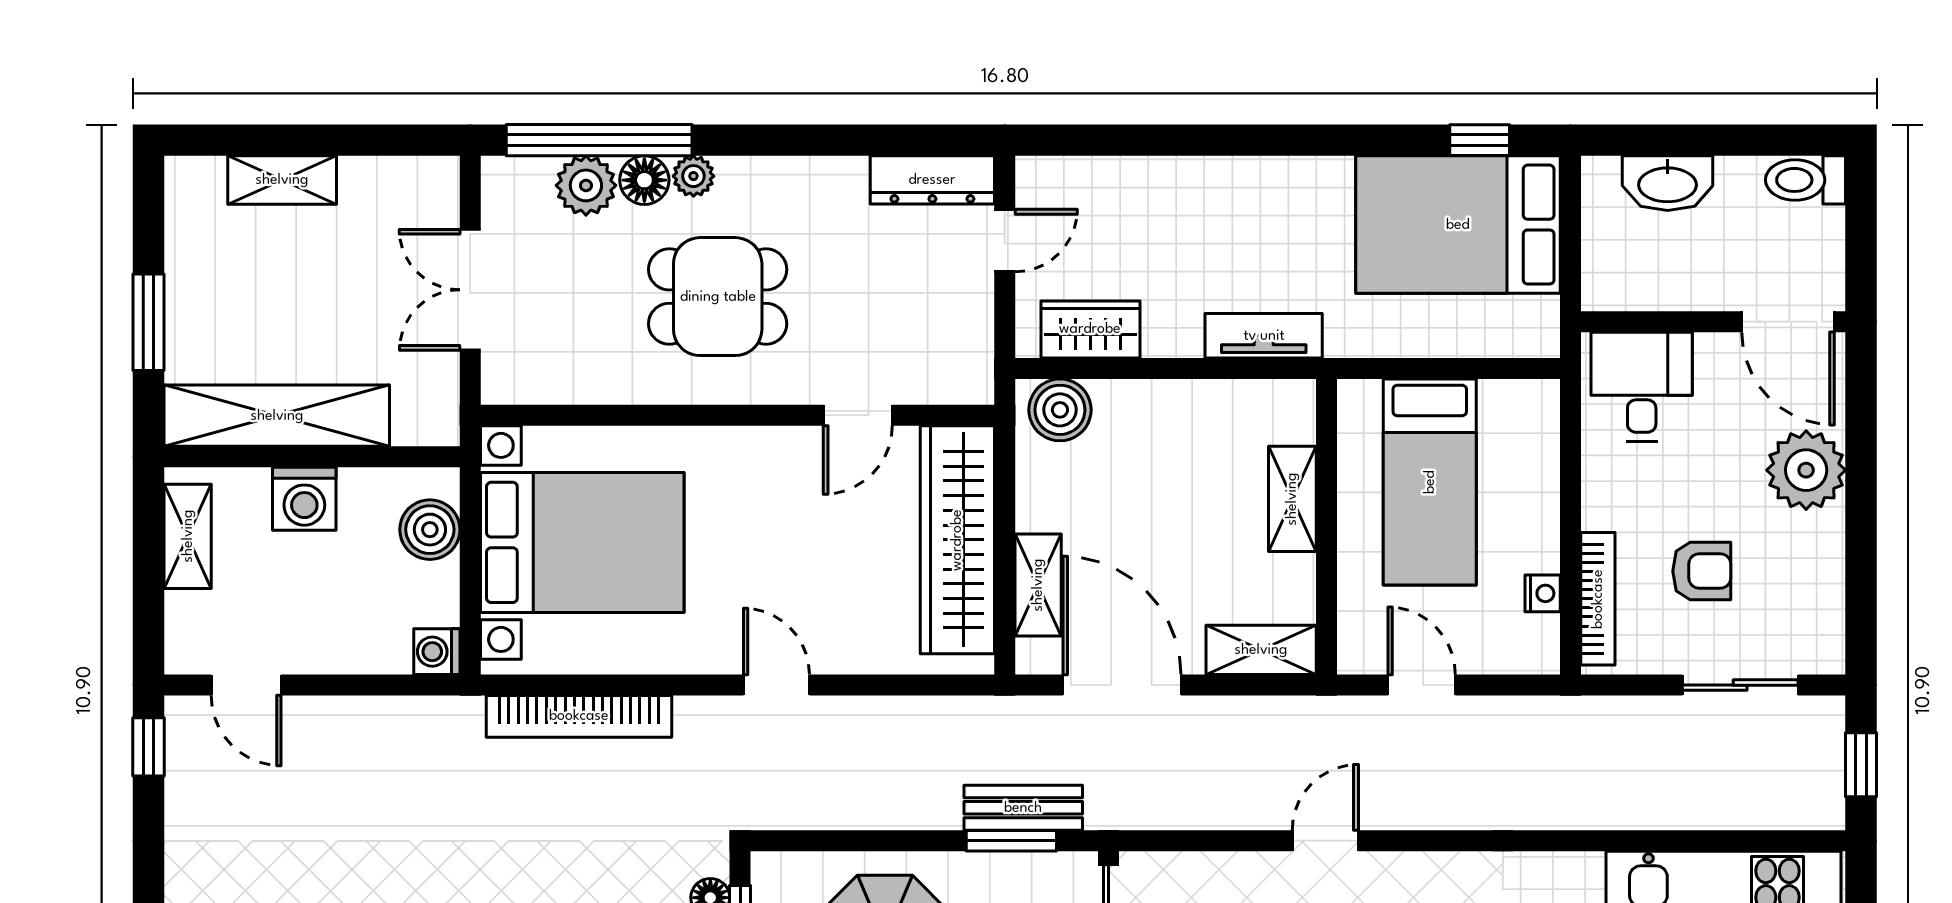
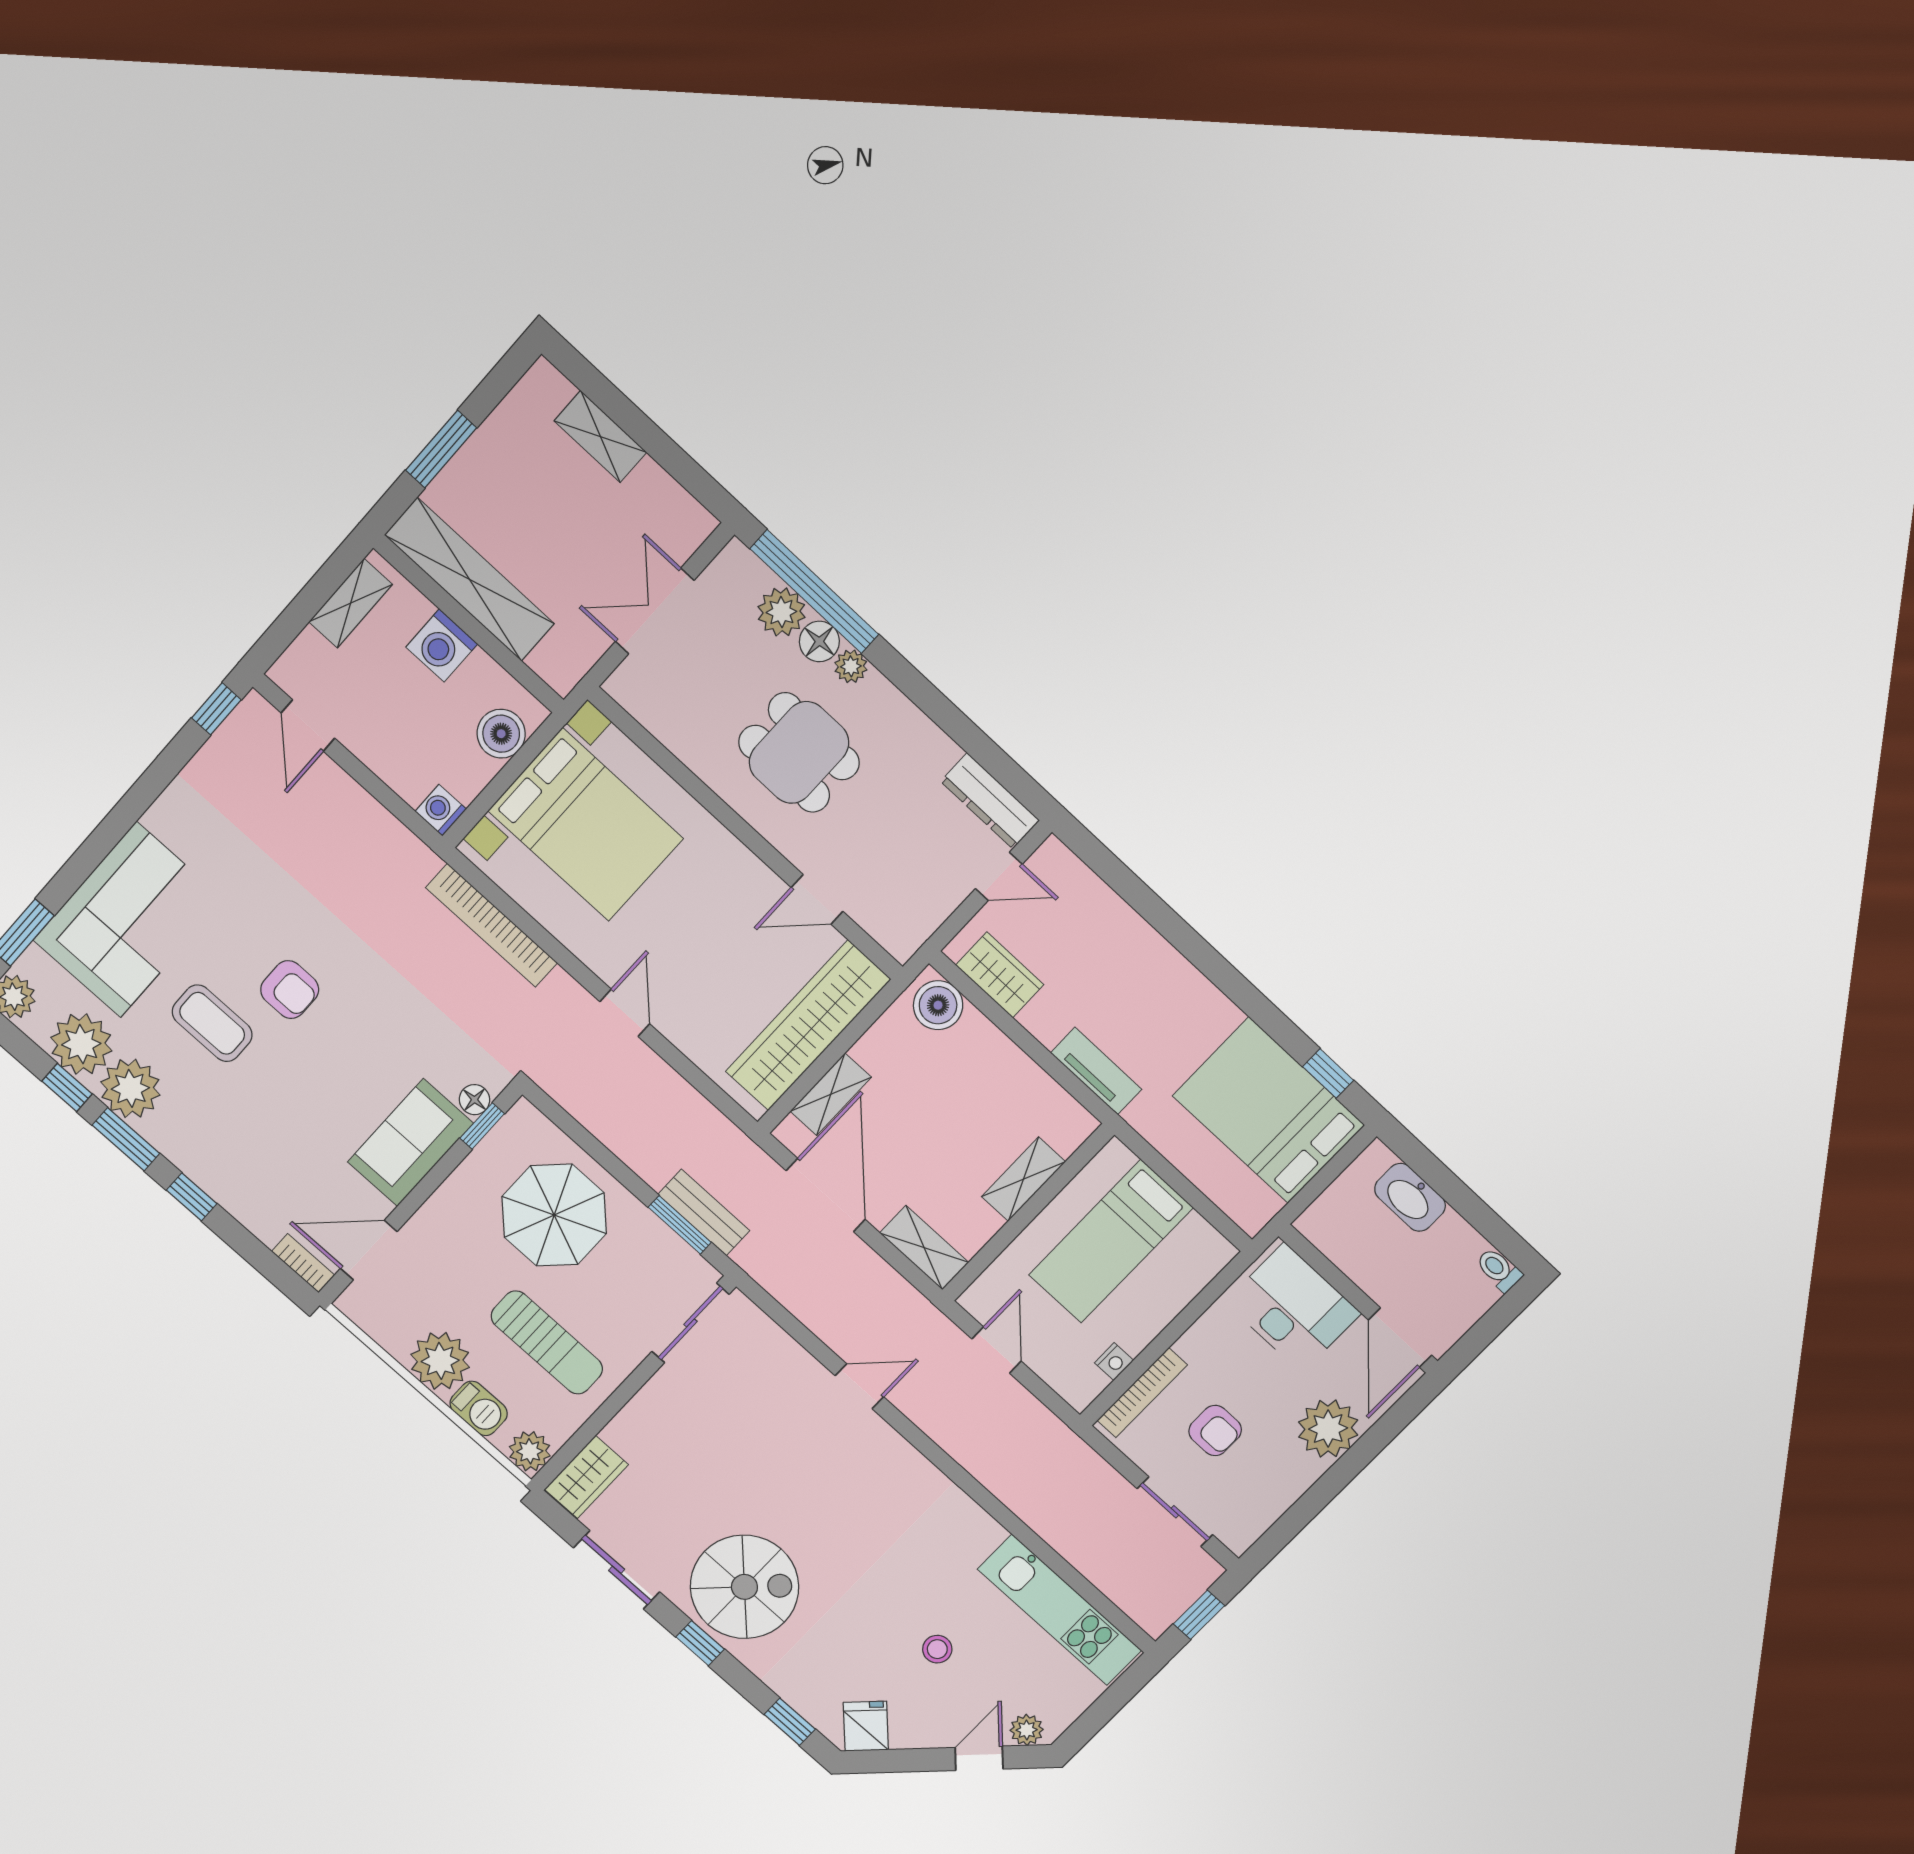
toilet: (1806, 180) -> (1499, 1270), width x0.73, depth x0.72
desk: (1642, 387) -> (1293, 1308), width x1.37

